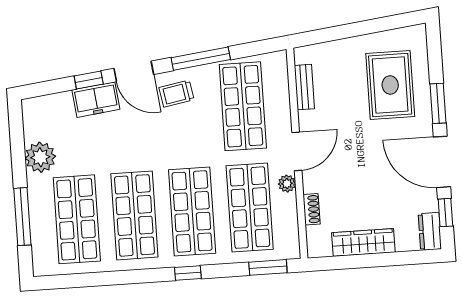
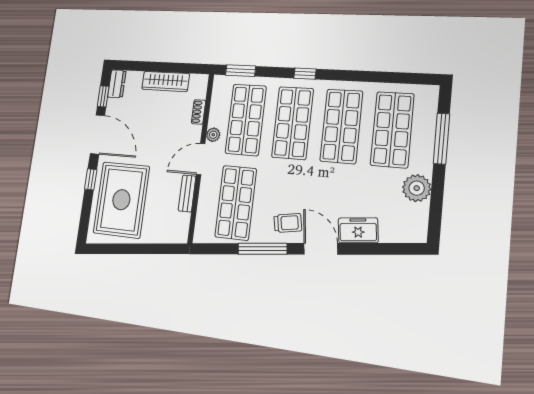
window: (89, 80) -> (362, 249), removed
rug: (390, 85) -> (121, 200), width x1.37, depth x1.44
bench: (304, 87) -> (187, 194), moved
window: (438, 103) -> (91, 179), width x0.67

